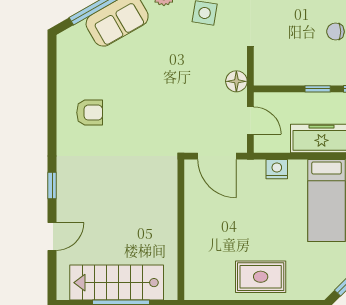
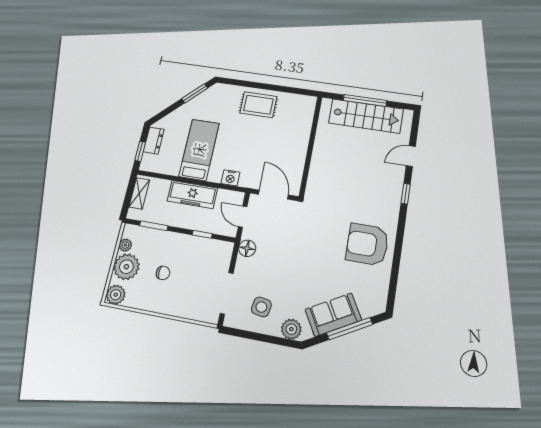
window: (318, 89) -> (202, 234), moved
armchair: (90, 113) -> (367, 244), width x1.88, depth x1.88

